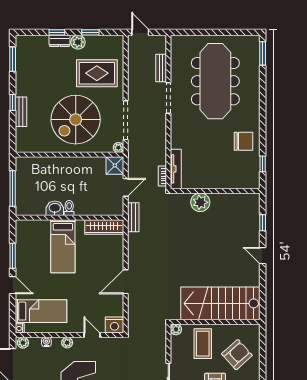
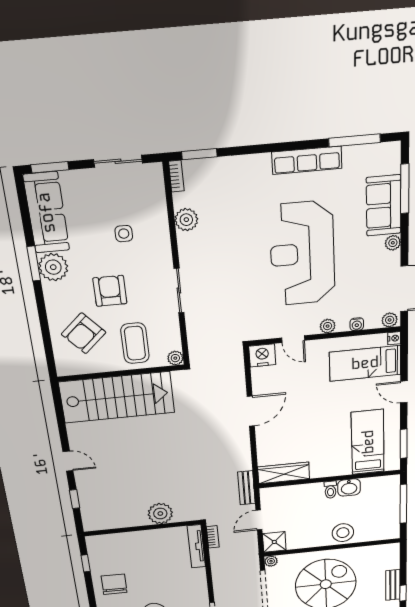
chair: (243, 141) -> (114, 584), turned 91
stool: (61, 167) -> (343, 533), added
bed: (63, 246) -> (368, 442), moved
window: (13, 256) -> (404, 444), moved

